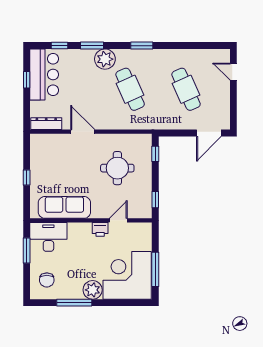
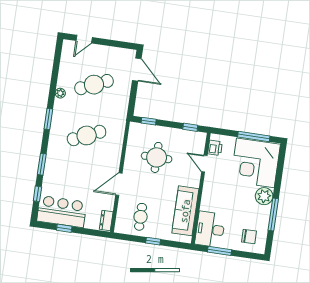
plant: (105, 59) -> (60, 93), moved, width x0.53, depth x0.53
dresser: (46, 124) -> (106, 220), width x0.70
cafe table: (51, 160) -> (141, 217), added
printer: (100, 229) -> (215, 148), moved

